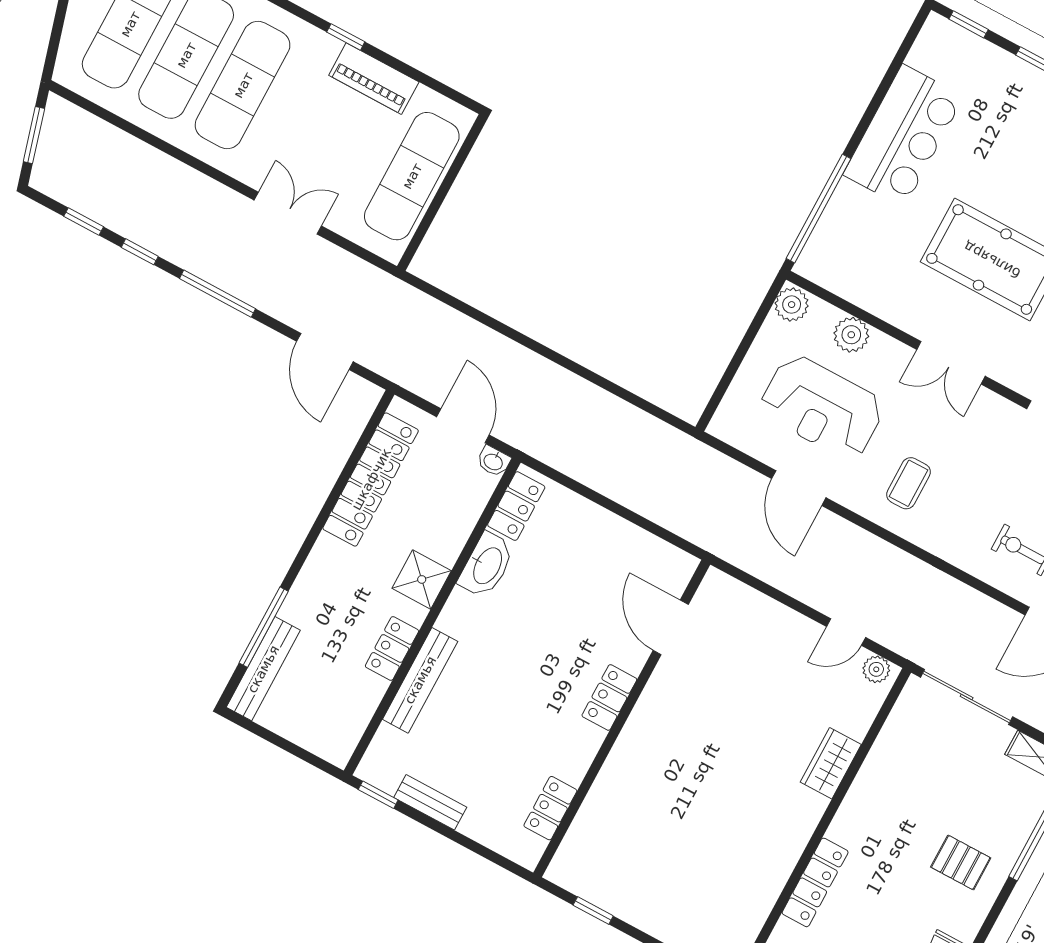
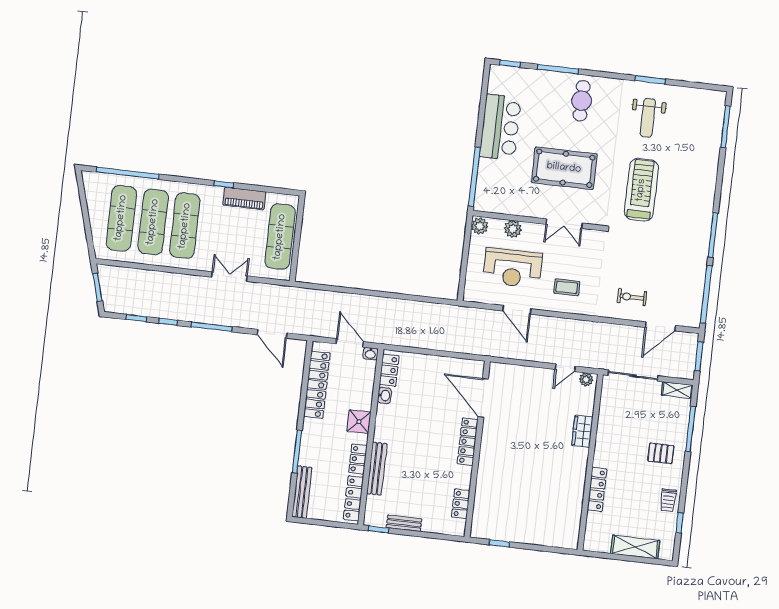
coffee table: (908, 483) -> (567, 287), turned 90
washbasin: (487, 565) -> (384, 395), width x0.52, depth x0.69
window: (264, 627) -> (297, 452), moved
door: (671, 627) -> (483, 398), width x1.36
locker: (609, 697) -> (468, 442), width x1.53
locker: (355, 718) -> (353, 498), added

